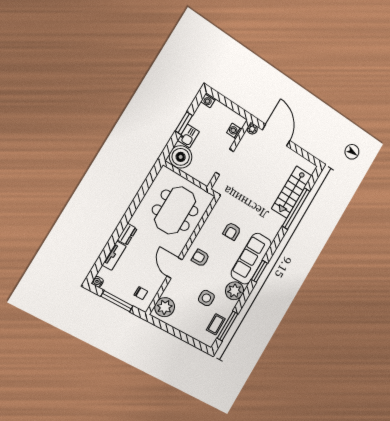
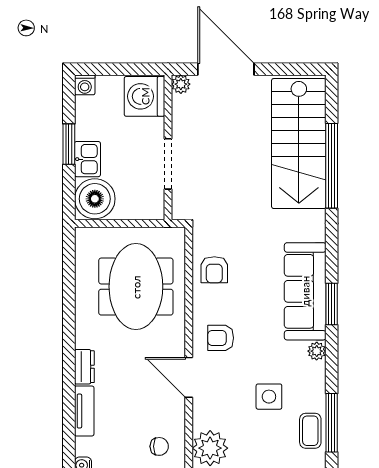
washing machine: (234, 131) -> (145, 96), width x1.89, depth x1.89
stairs: (292, 192) -> (299, 144), width x1.36, depth x1.51
armchair: (232, 231) -> (214, 270), moved
plant: (235, 291) -> (317, 351), width x0.53, depth x0.53

